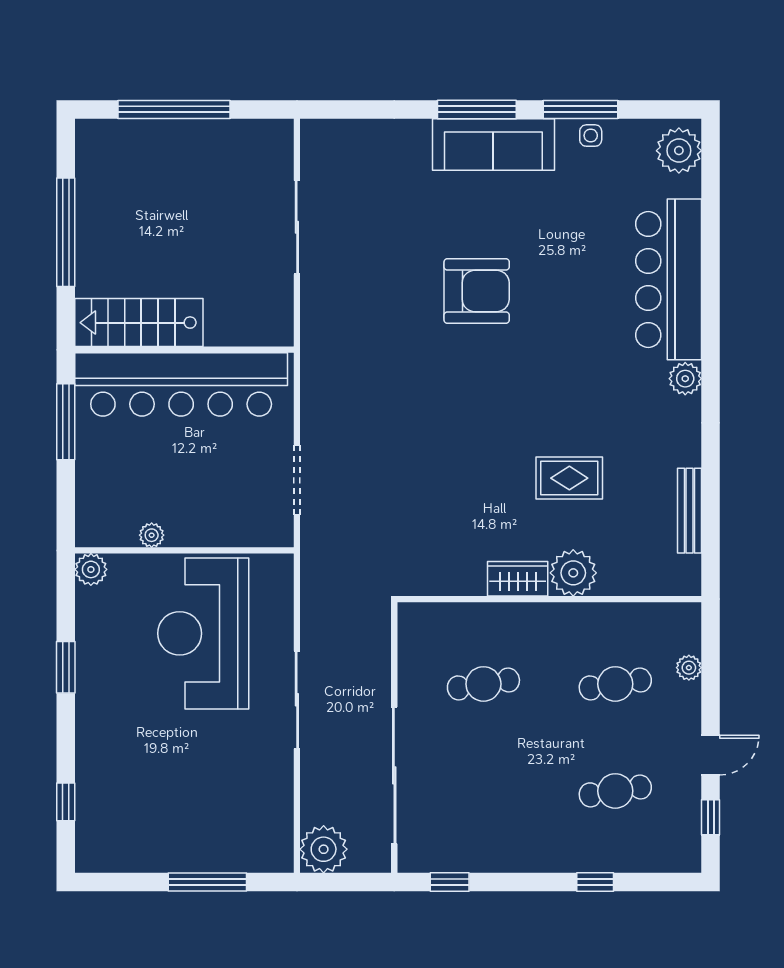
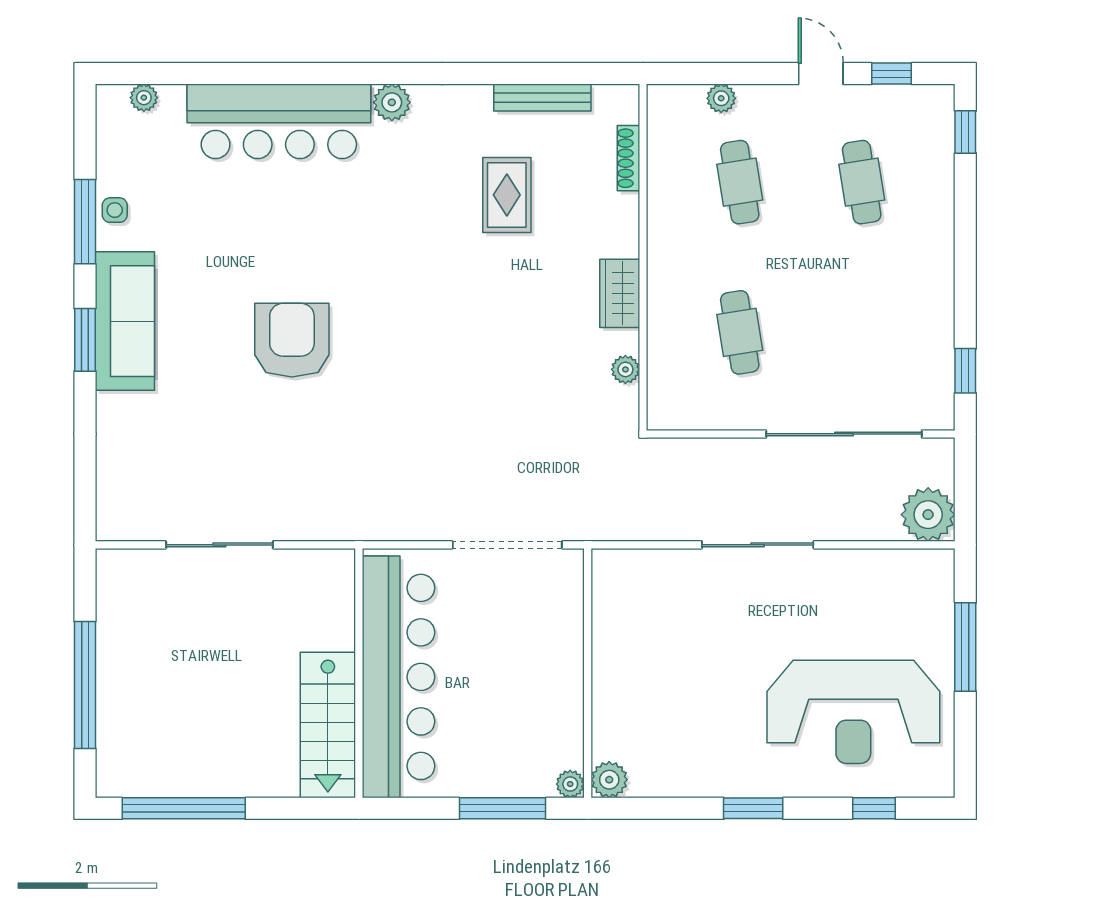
window: (477, 109) -> (85, 340), width x0.69
plant: (679, 151) -> (144, 98), width x0.53, depth x0.53
window: (66, 232) -> (184, 808), moved
window: (66, 422) -> (502, 808), moved
rug: (569, 478) -> (507, 195), moved
doorway: (297, 480) -> (507, 545), width x1.36
plant: (152, 535) -> (570, 784), moved
plant: (573, 573) -> (625, 369), moved, width x0.53, depth x0.53
shoe rack: (636, 586) -> (628, 158), added
reception desk: (203, 633) -> (853, 712), moved
window: (66, 667) -> (753, 808), moved
window: (595, 882) -> (965, 132), moved

